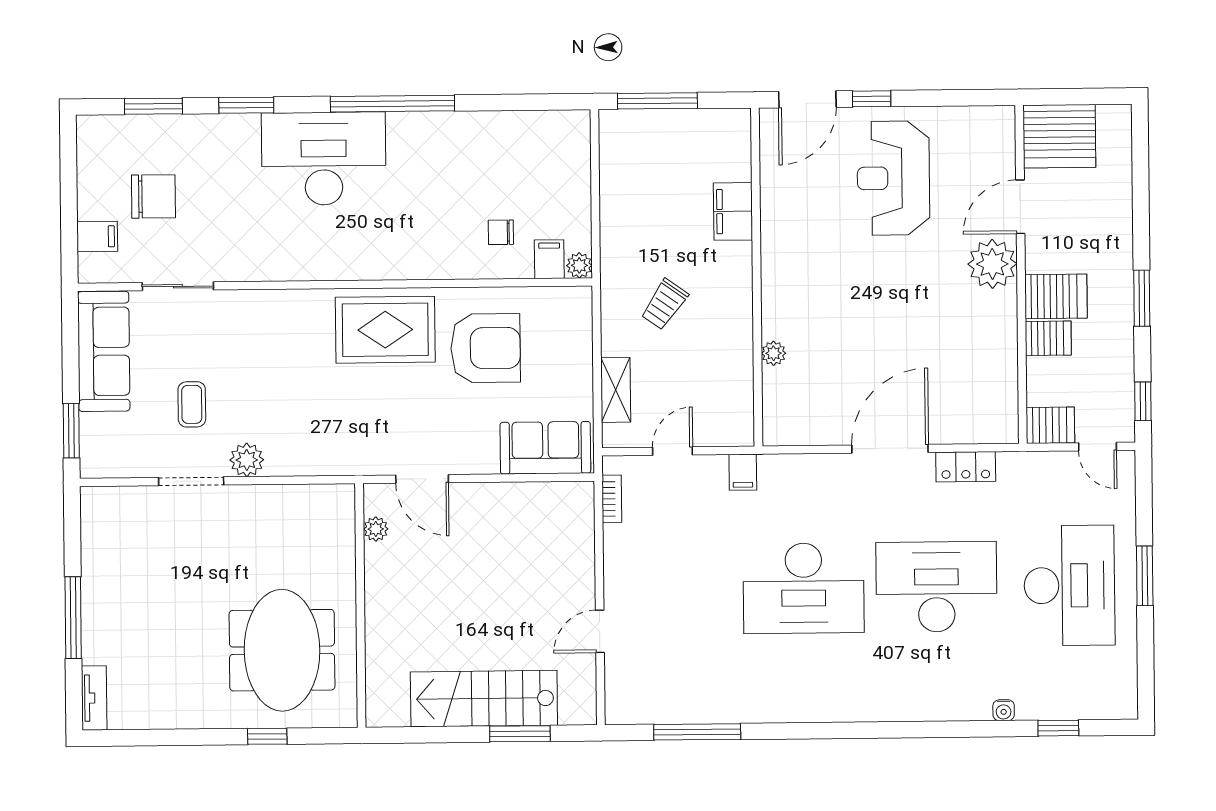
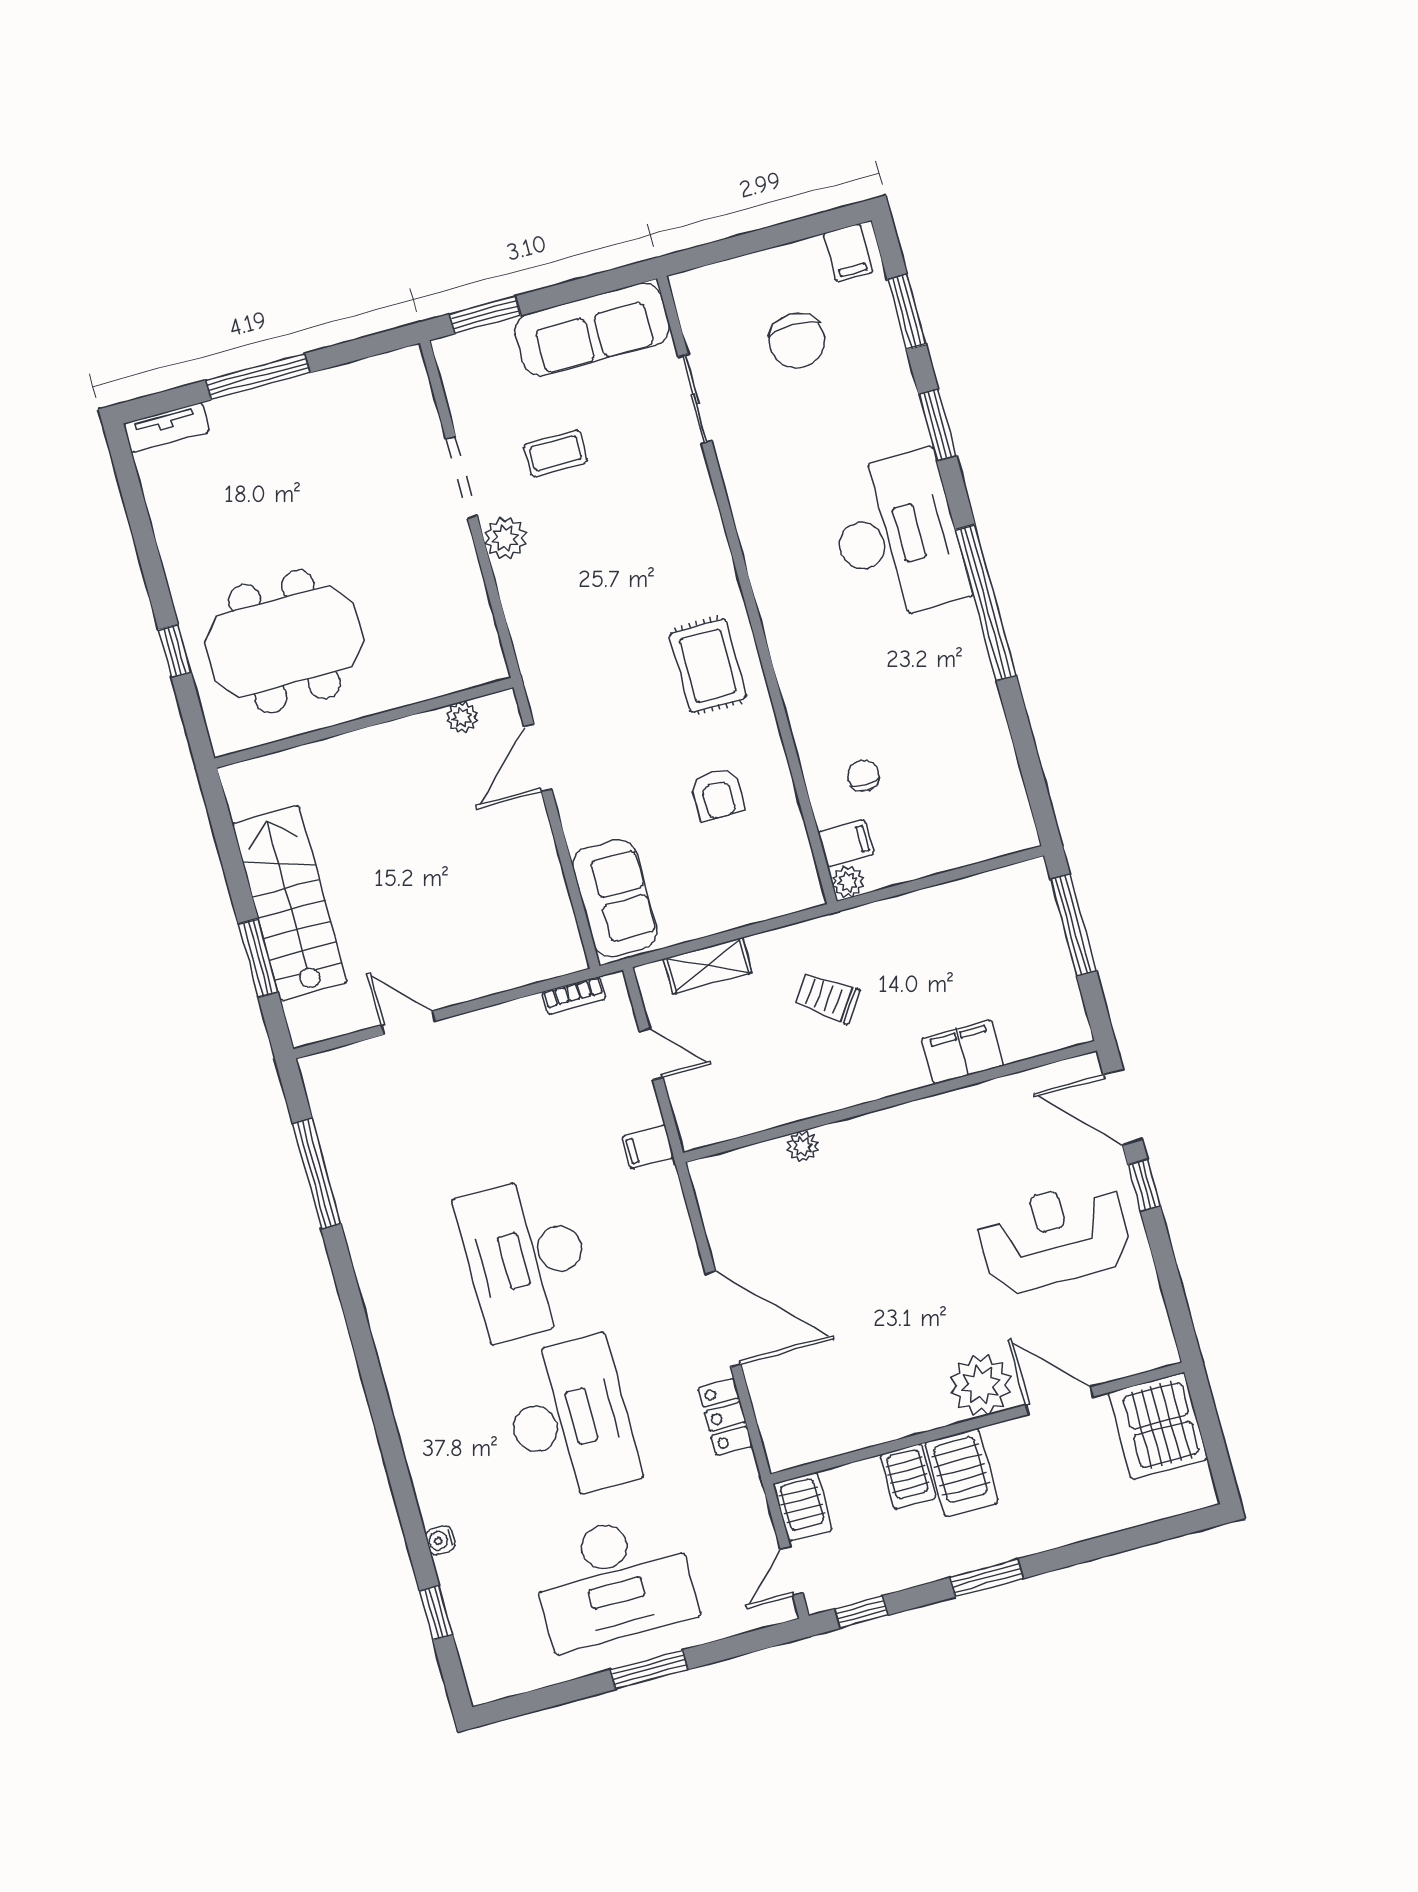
filing cabinet: (97, 236) -> (848, 253), moved
rug: (385, 330) -> (708, 666), width x0.73, depth x0.70
armchair: (486, 348) -> (717, 794), width x0.53, depth x0.53

